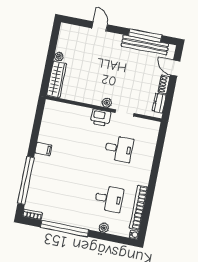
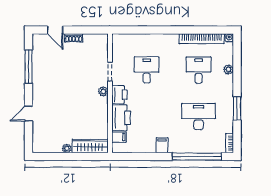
bench: (145, 45) -> (38, 65), removed
door: (175, 68) -> (55, 30), hinge flipped
dresser: (159, 103) -> (93, 39), removed
filing cabinet: (60, 109) -> (119, 137), added
printer: (78, 115) -> (121, 118), added
desk: (64, 190) -> (199, 117), added
window: (65, 229) -> (237, 108), width x0.47

